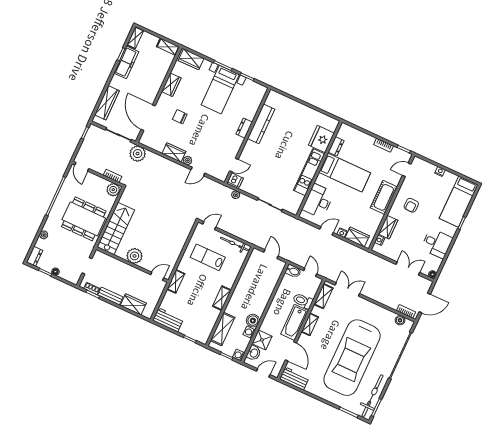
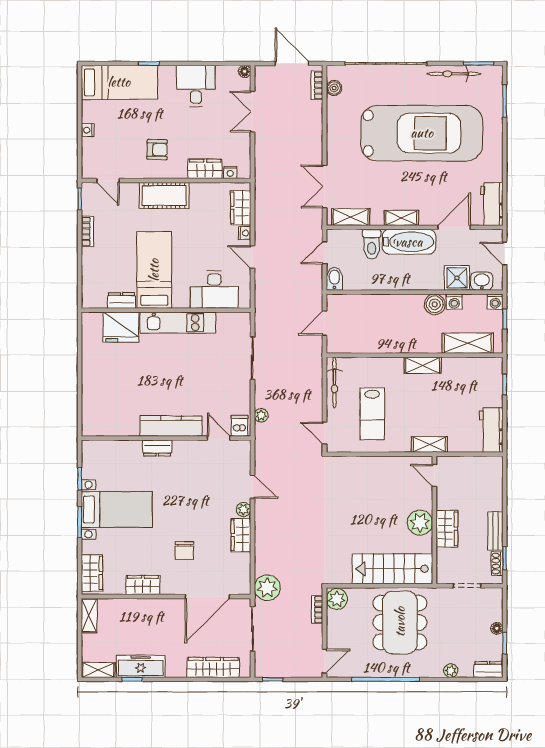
kitchen counter: (261, 124) -> (171, 426), moved
wardrobe: (133, 304) -> (447, 529), moved, turned 180
bicycle: (372, 396) -> (454, 74), width x0.73, depth x0.71

